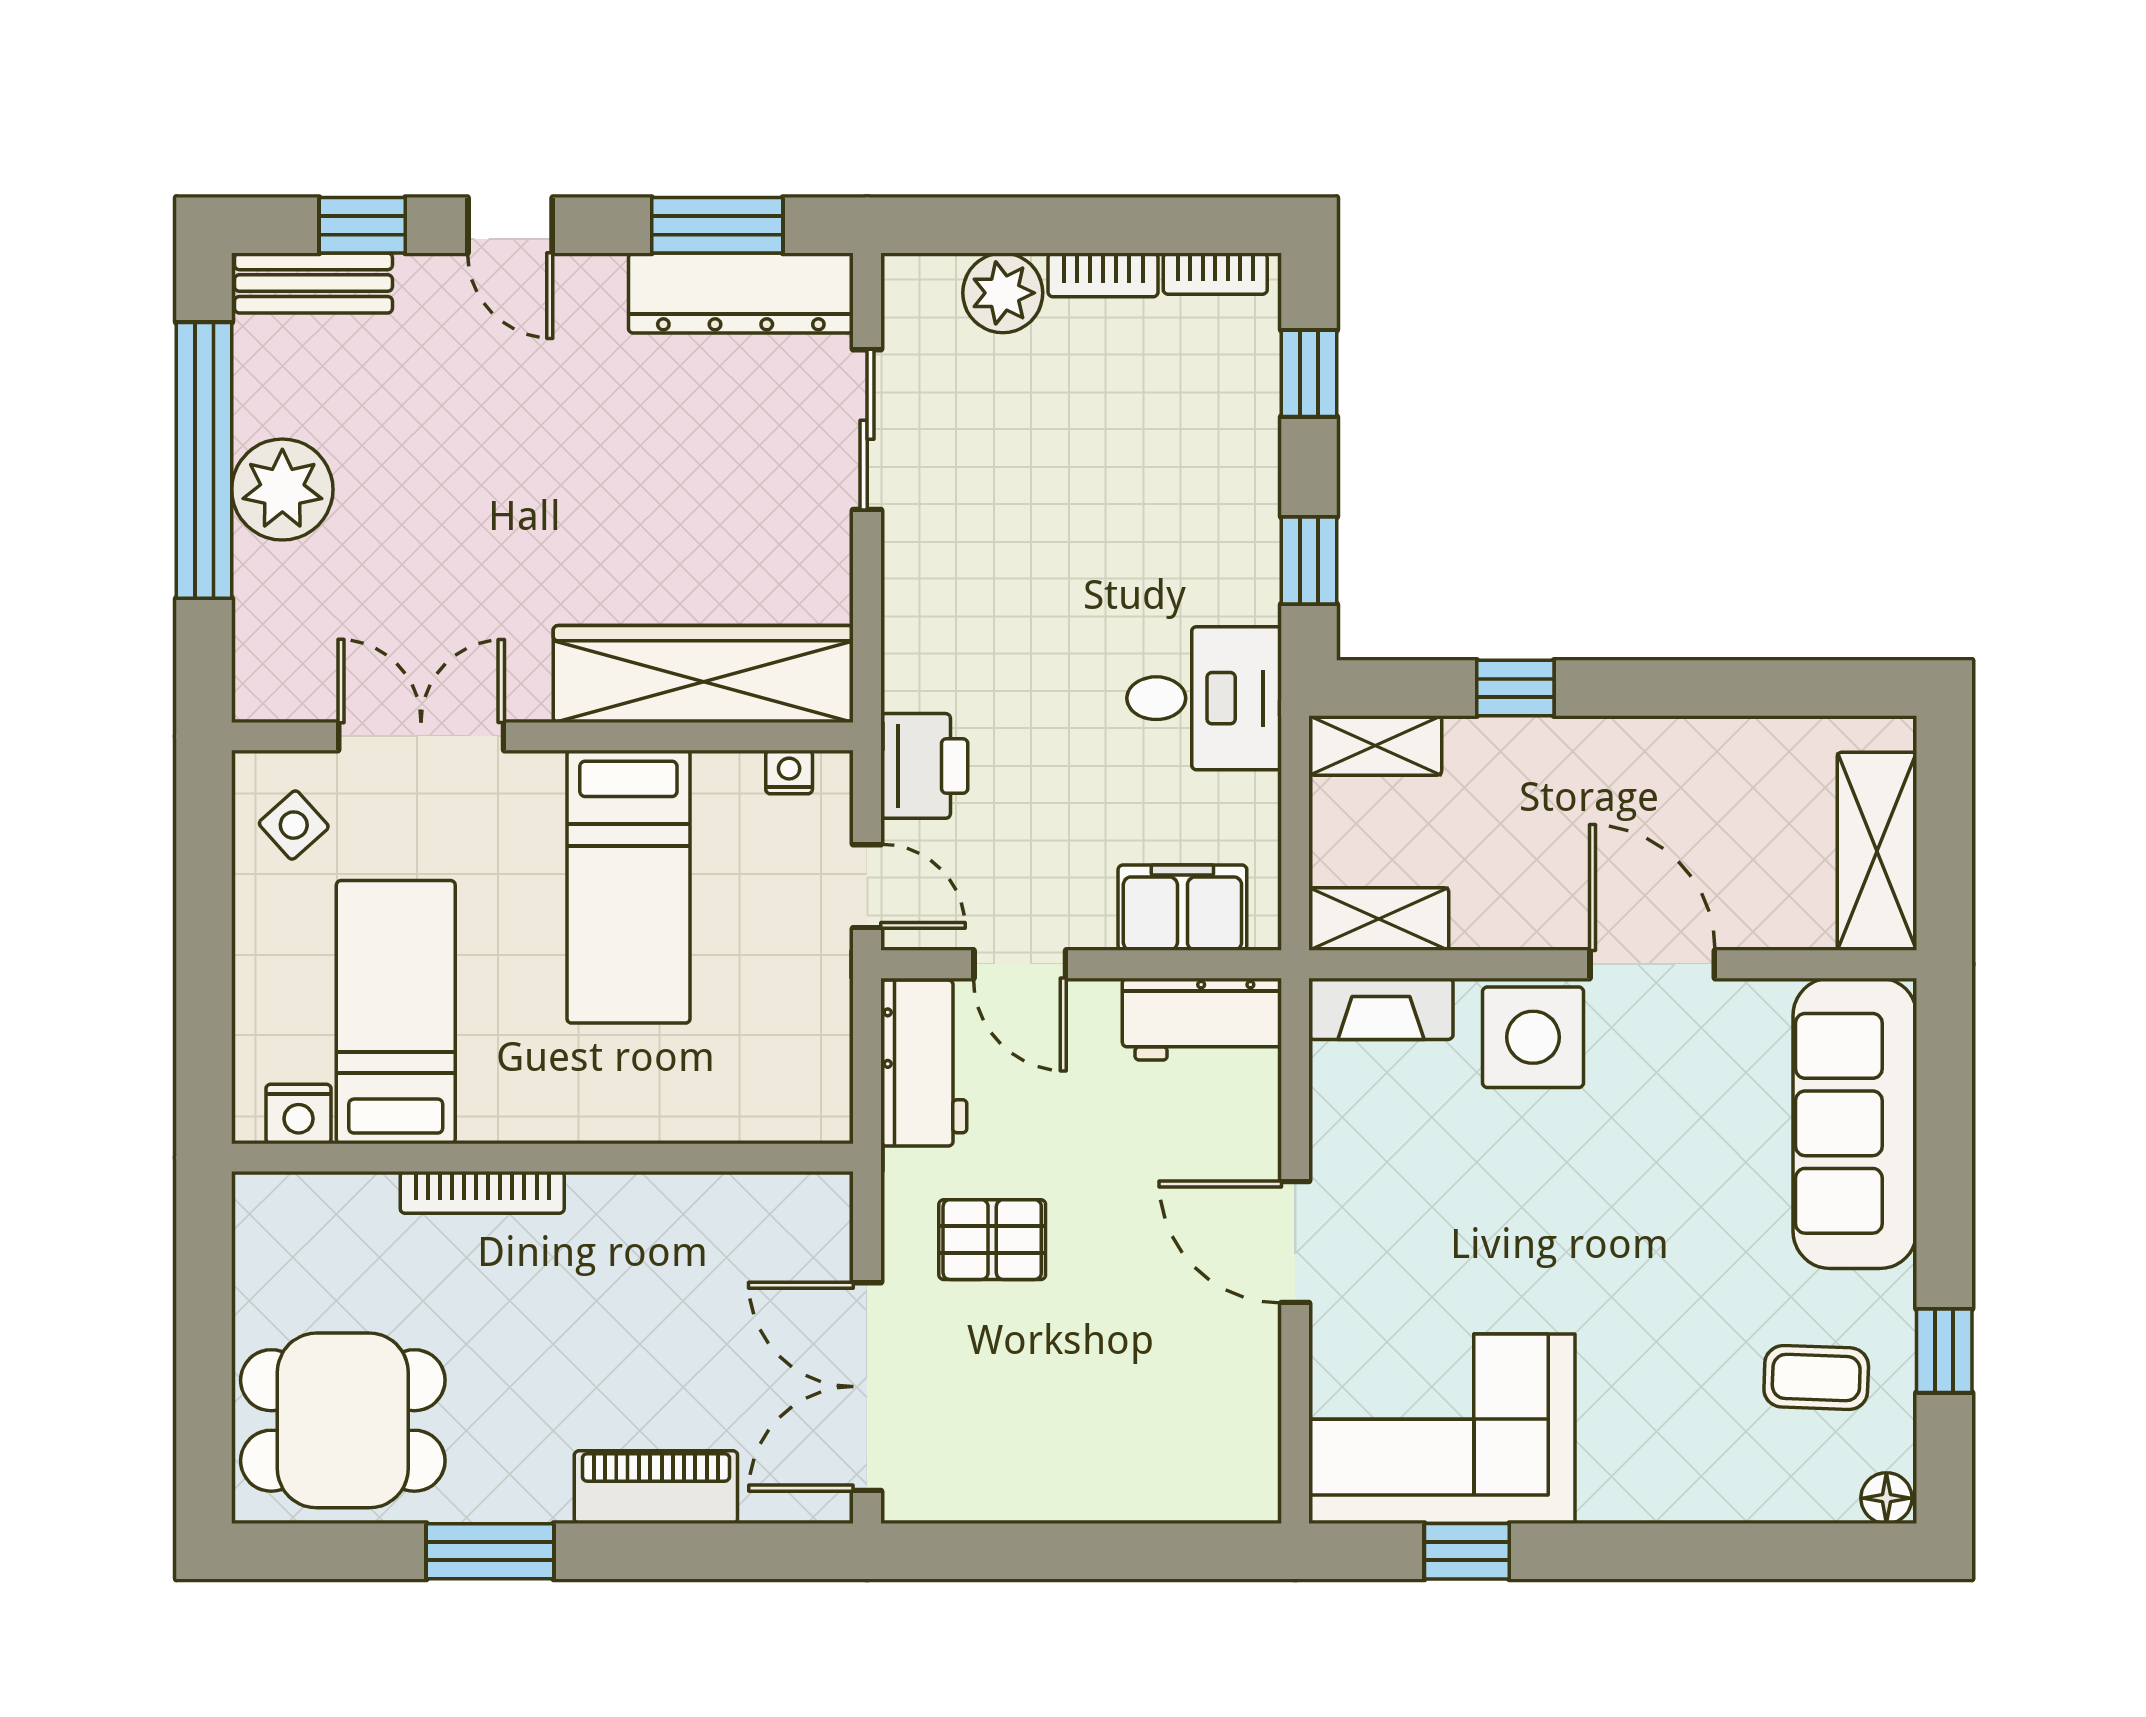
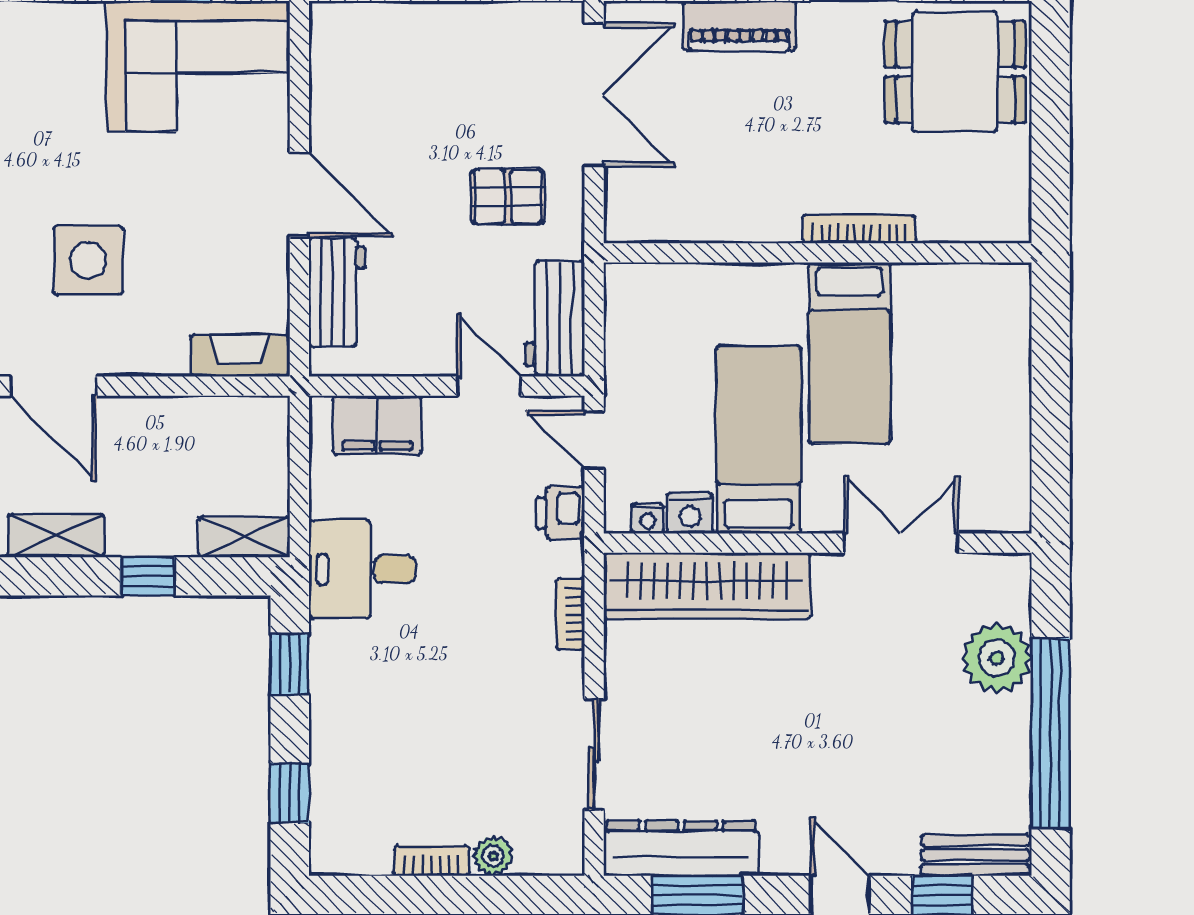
bookcase: (1215, 274) -> (570, 614), moved, turned -90
plant: (1003, 293) -> (493, 856), width x0.73, depth x0.73
plant: (282, 490) -> (997, 658), moved
double door: (421, 736) -> (901, 543), swing flipped
printer: (924, 766) -> (561, 513), width x0.73, depth x0.81
side table: (294, 825) -> (989, 482), removed
shelving: (1379, 919) -> (56, 536), moved
bed: (396, 1012) -> (850, 353), moved
workbench: (1202, 1019) -> (337, 292), moved, turned 90
side table: (1533, 1037) -> (88, 260), moved
nightstand: (299, 1114) -> (690, 513), moved, turned 180

